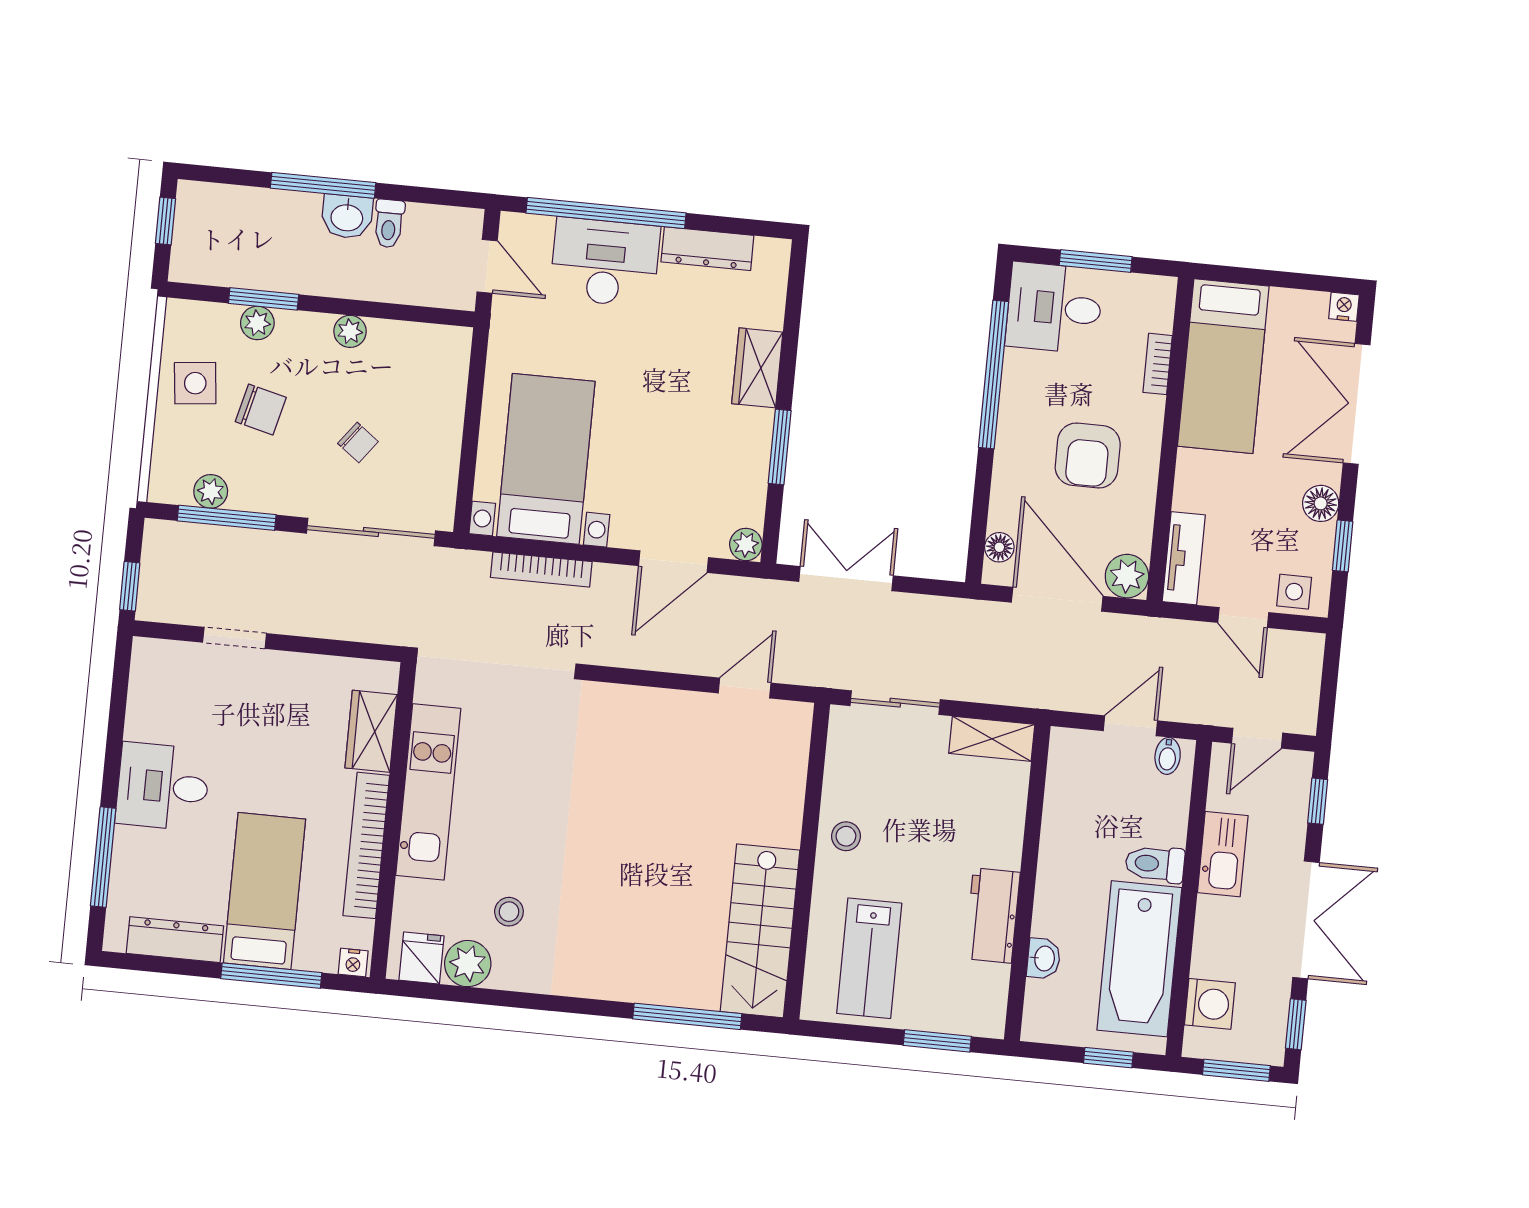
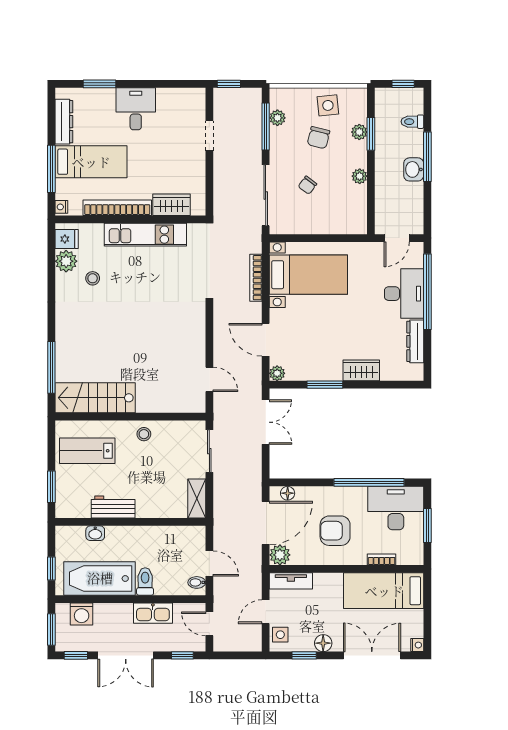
toilet: (389, 224) -> (412, 122), moved
desk: (1054, 308) -> (396, 508), width x1.37
window: (103, 857) -> (100, 84), width x0.69

